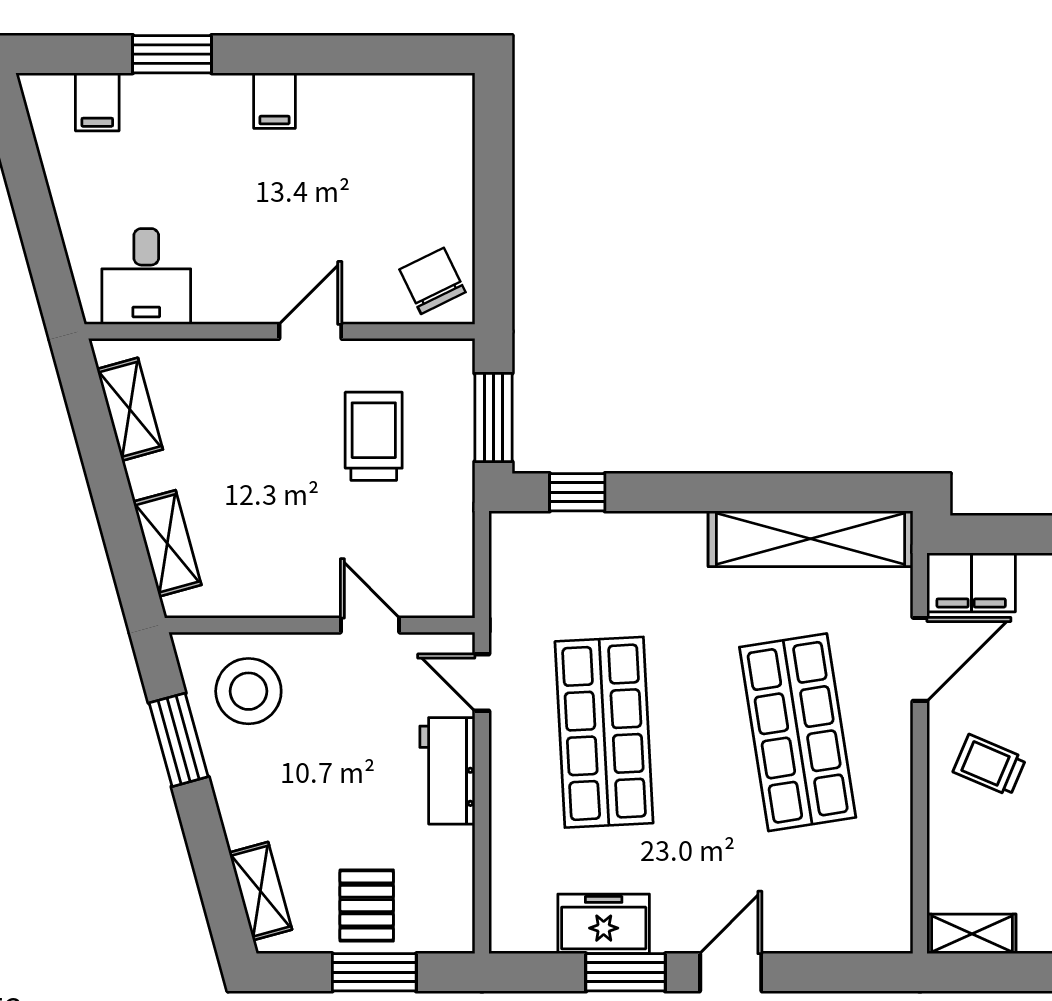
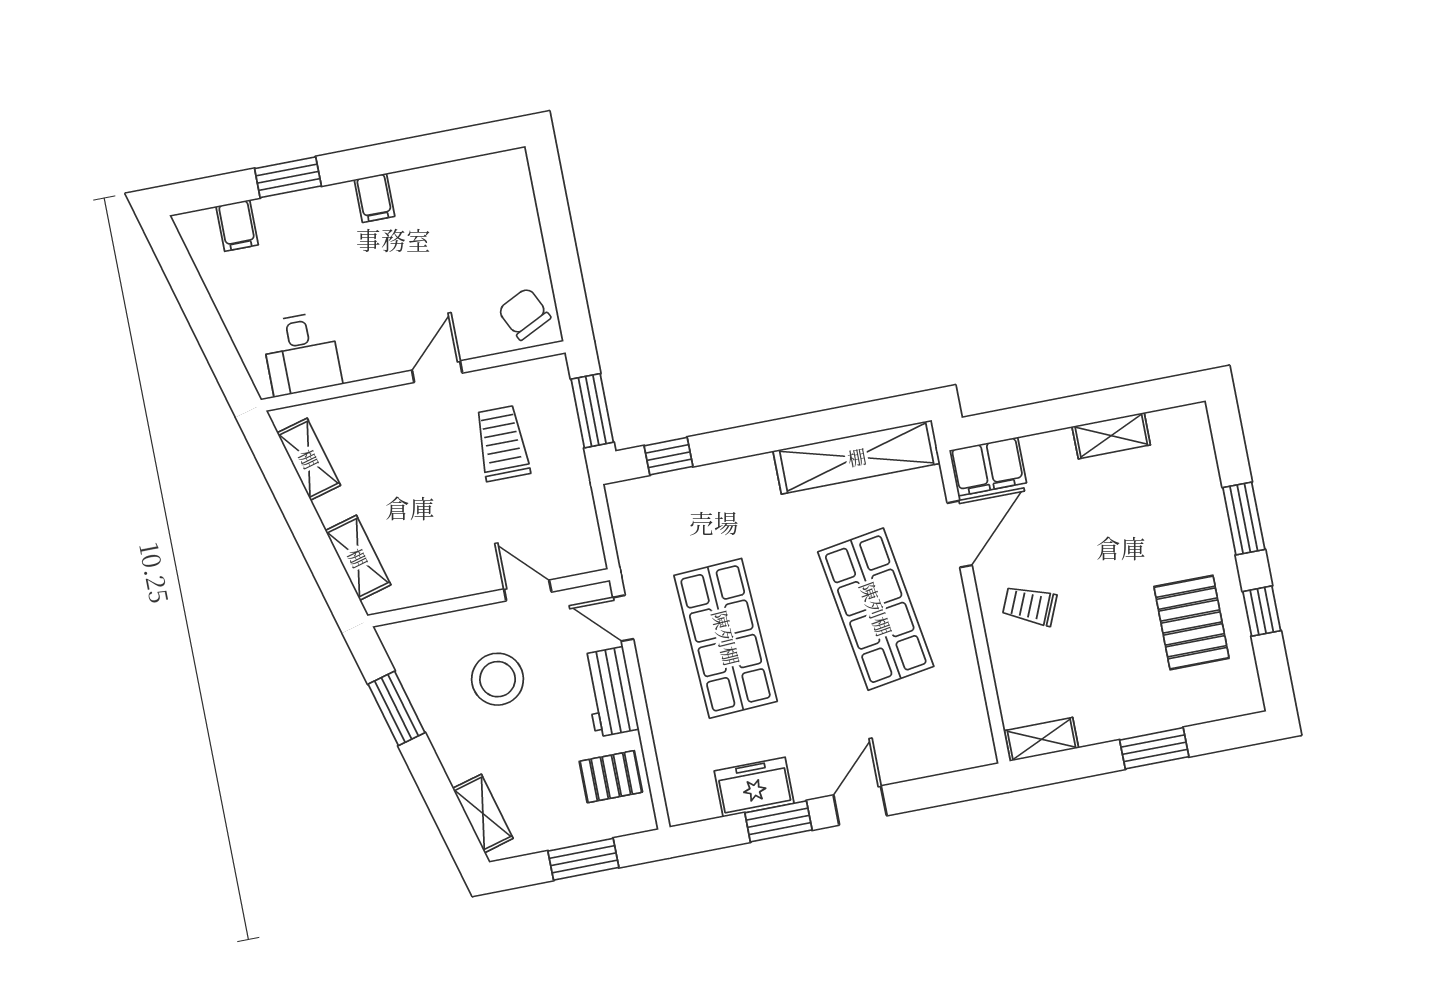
stool: (248, 691) -> (498, 679), moved
pallet: (367, 906) -> (611, 777), moved, turned 90

